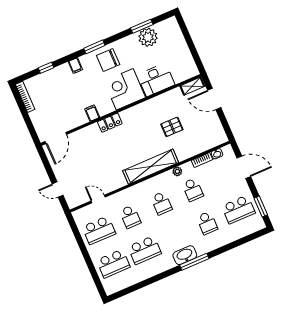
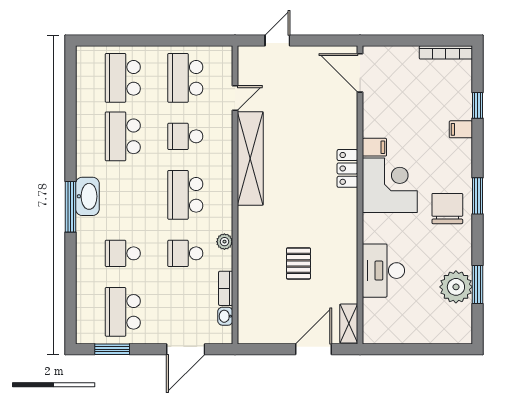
filing cabinet: (75, 66) -> (461, 129), moved
corner desk: (125, 89) -> (390, 185), moved
shelving: (151, 167) -> (250, 158), moved
school desk: (161, 203) -> (185, 195), width x1.85

